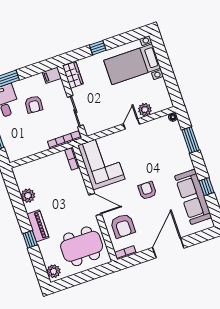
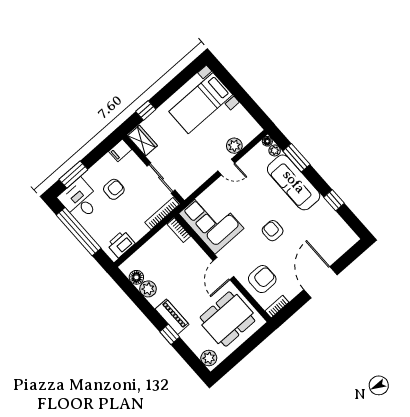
window: (98, 48) -> (146, 110), moved
armchair: (34, 104) -> (114, 189), turned -95
door: (131, 124) -> (226, 167), swing flipped
plant: (176, 127) -> (275, 150), added
printer: (21, 151) -> (121, 244), added
floor lamp: (22, 182) -> (136, 277), added
sofa: (193, 197) -> (294, 182), moved
door: (95, 204) -> (223, 269), swing flipped
armchair: (123, 226) -> (262, 279), turned -90

